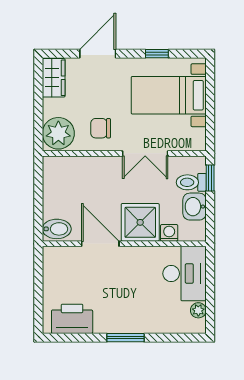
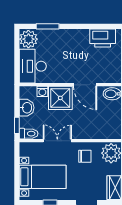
toilet: (191, 182) -> (29, 134), moved
plant: (198, 310) -> (28, 39), width x1.88, depth x1.88
window: (125, 338) -> (48, 26), moved

